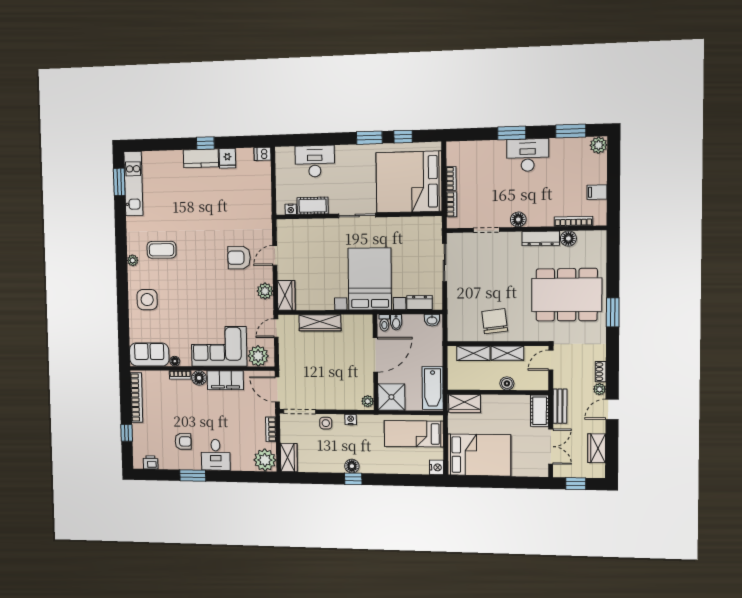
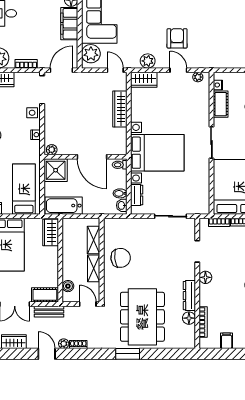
plant: (282, 233) -> (198, 77), added
bidet: (396, 322) -> (120, 193), moved
boiler: (507, 383) -> (68, 286), moved

